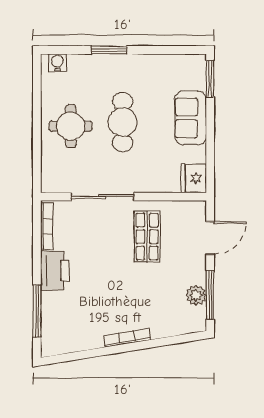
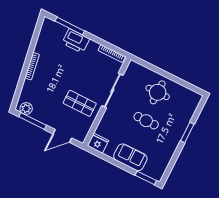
water cooler: (57, 63) -> (194, 102), removed
cafe table: (123, 122) -> (146, 121), width x0.73, depth x0.74
door: (210, 238) -> (62, 136), hinge flipped
printer: (55, 271) -> (76, 41), moved
plant: (196, 295) -> (26, 108), moved

